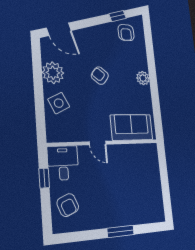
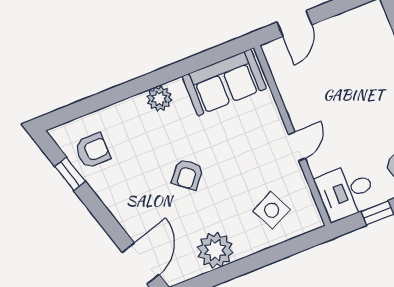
side table: (59, 103) -> (272, 210), moved
sofa: (132, 127) -> (224, 82), moved, turned -90
door: (163, 167) -> (295, 23), added

